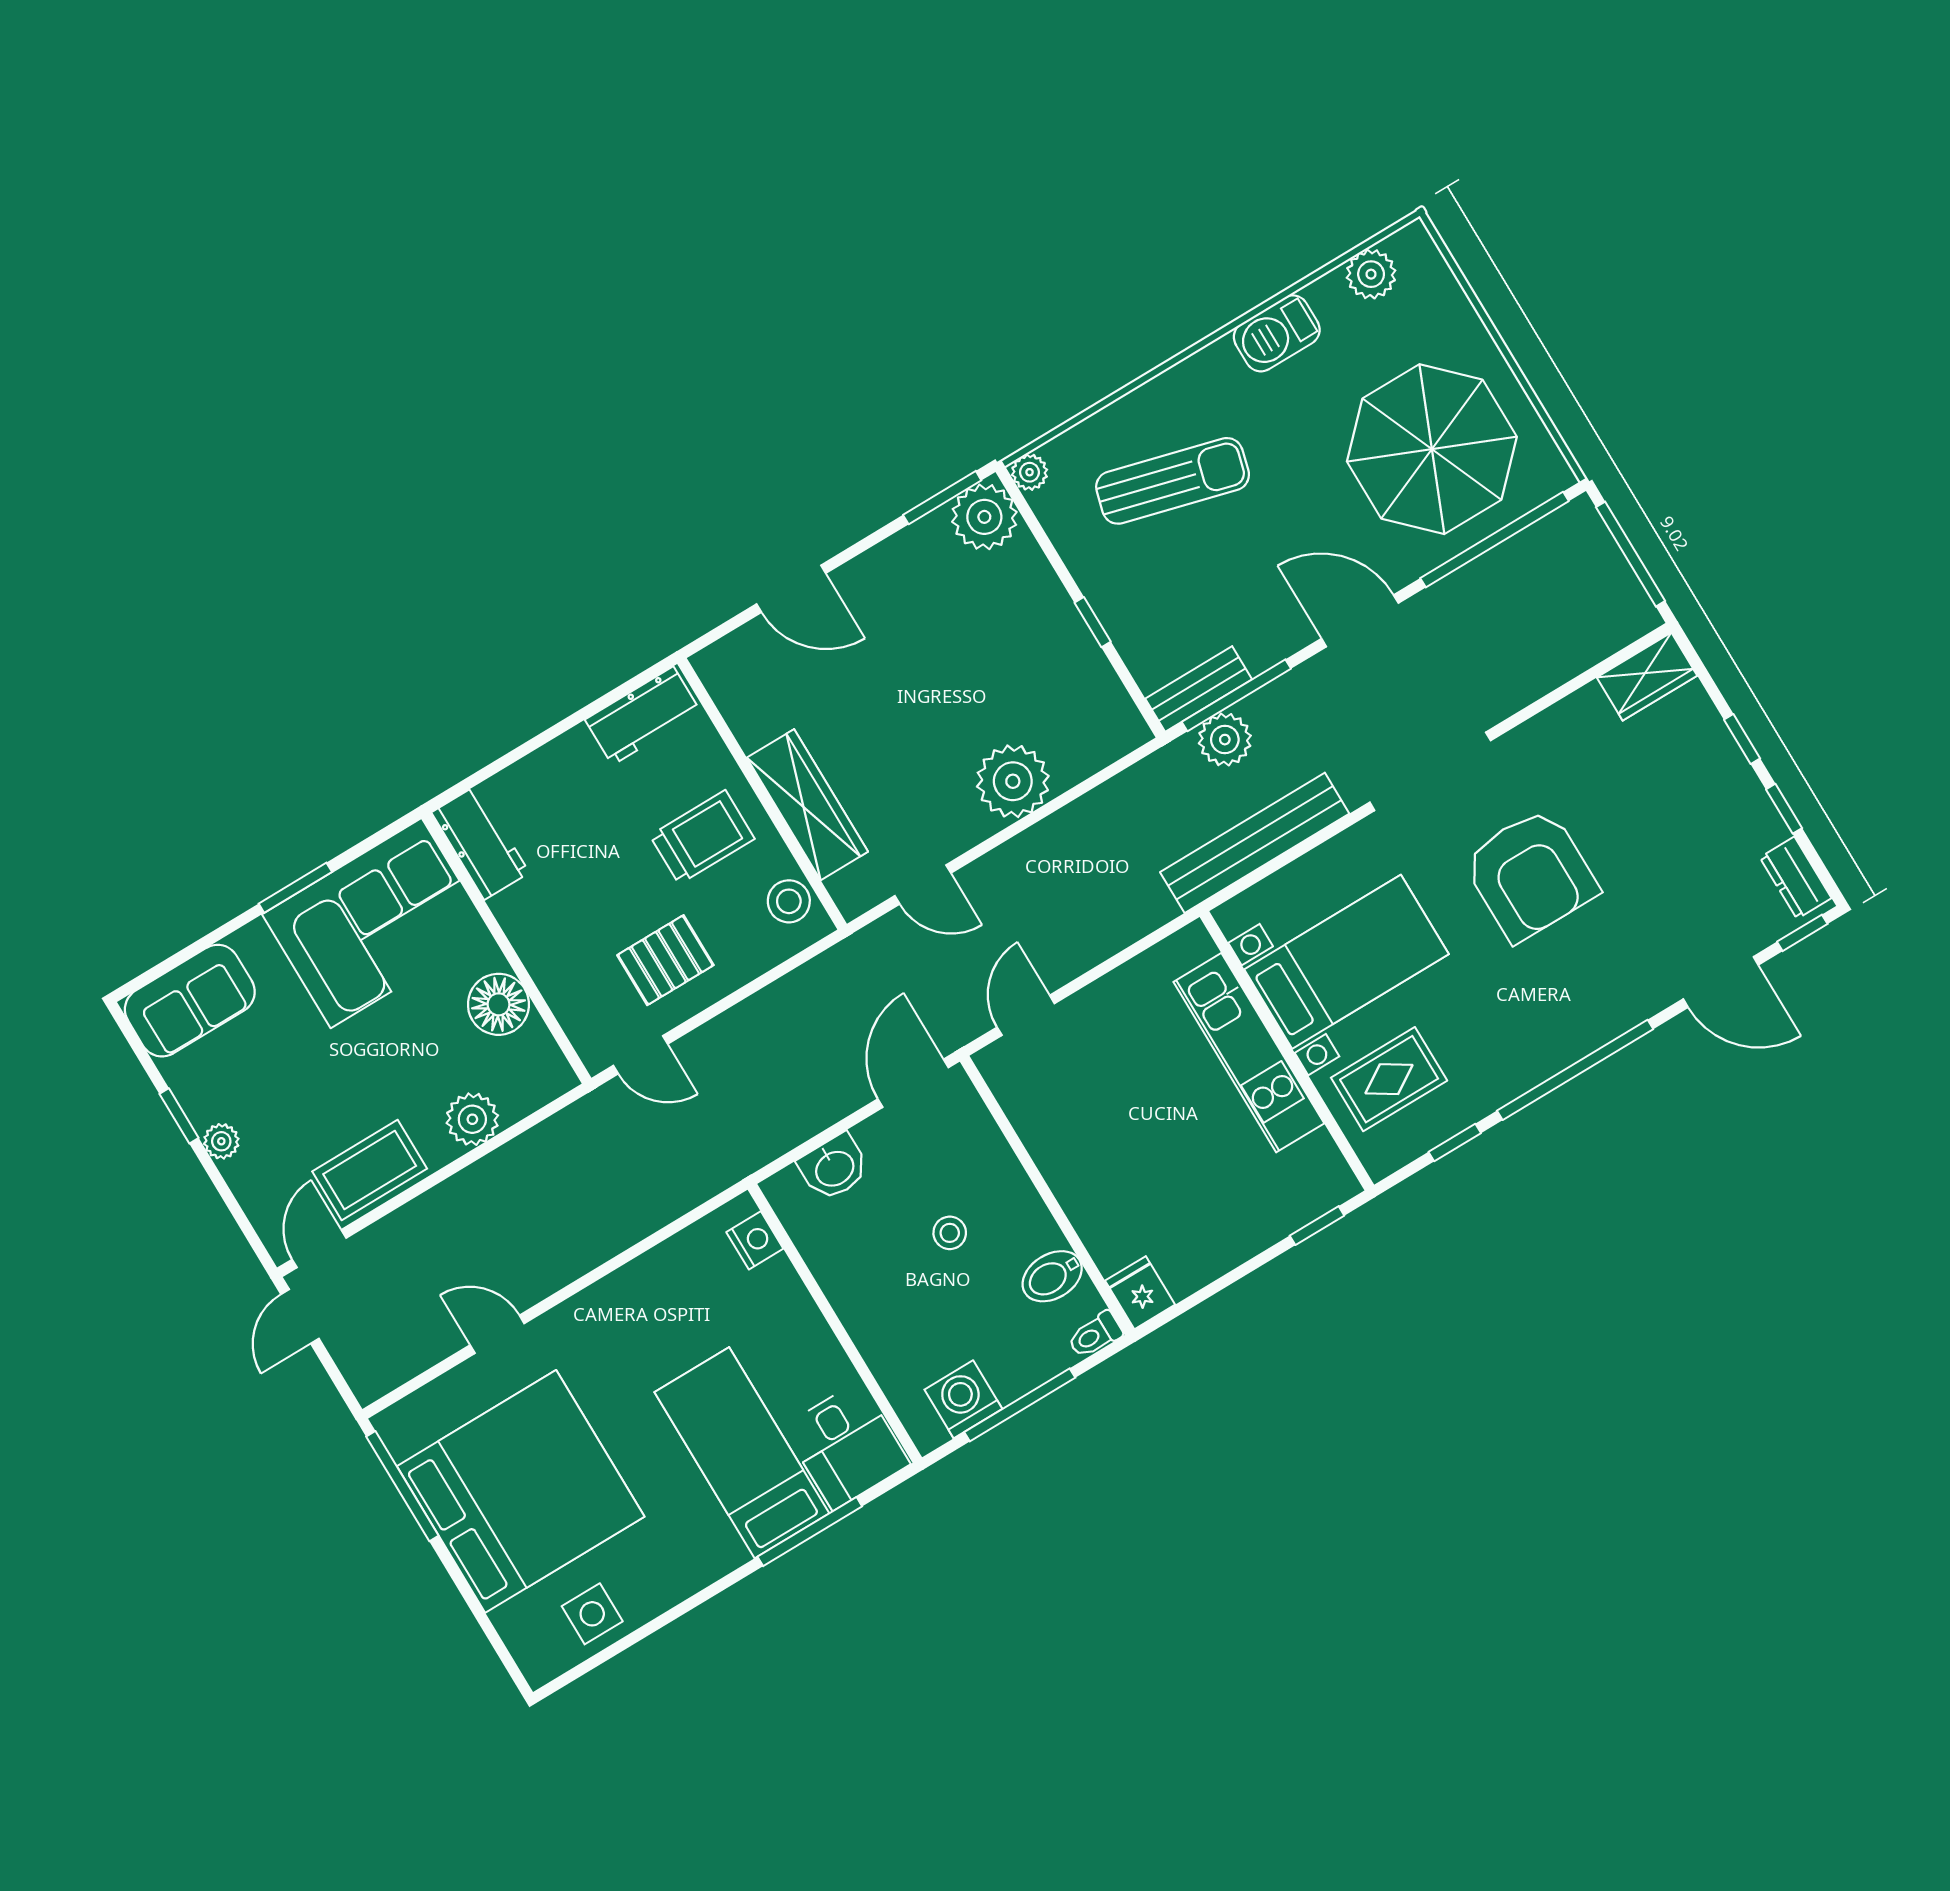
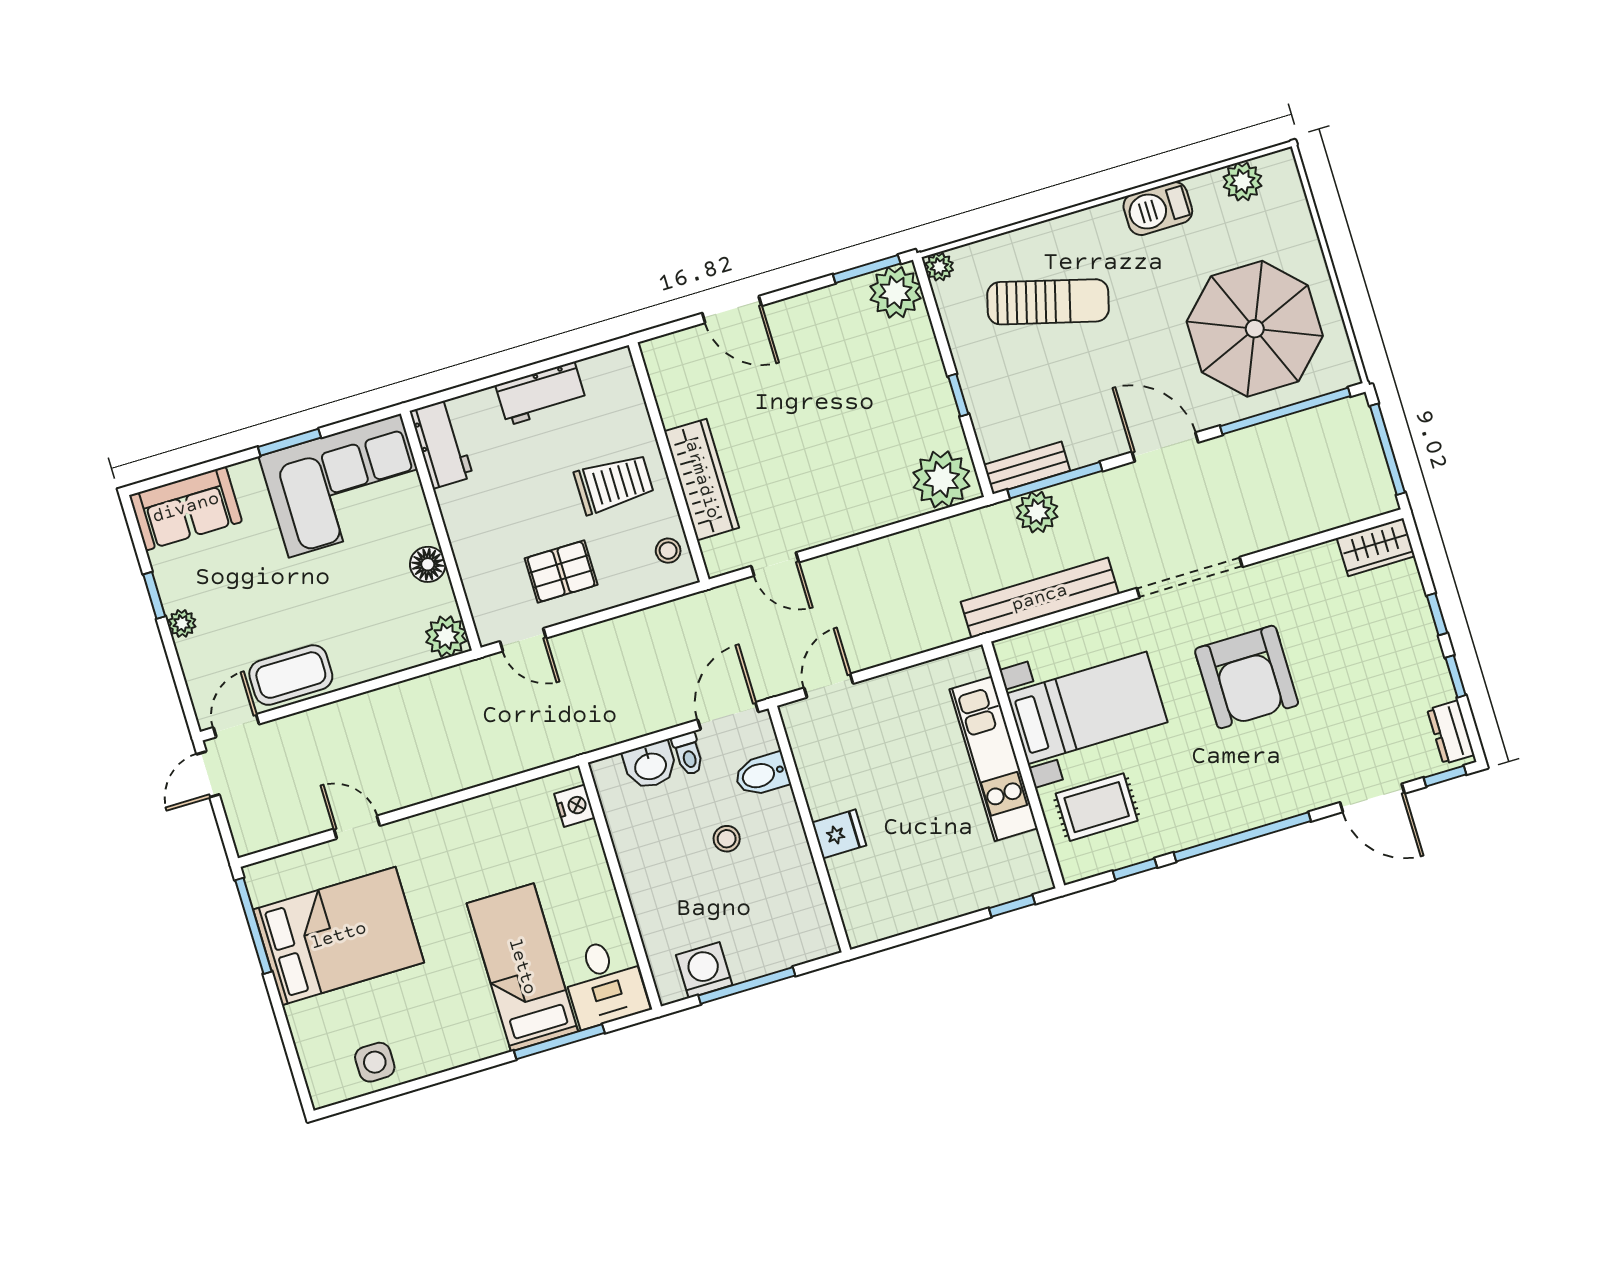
workbench: (643, 716) -> (541, 394), moved
plant: (1013, 781) -> (941, 479), moved
stool: (789, 901) -> (668, 551), width x0.73, depth x0.73
floor lamp: (498, 1004) -> (428, 564), width x0.73, depth x0.73
plant: (472, 1119) -> (446, 636), moved
bidet: (1052, 1276) -> (762, 775), moved
fridge: (1140, 1293) -> (839, 834), moved, turned 90
toilet: (1095, 1335) -> (688, 754), moved, turned -90
bed: (521, 1491) -> (339, 936), width x0.73

